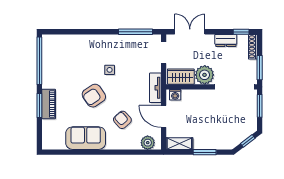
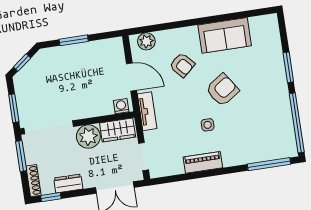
window: (135, 32) -> (269, 164), moved
piano: (49, 104) -> (203, 162), moved, turned 90
shelving: (179, 144) -> (107, 46), removed

